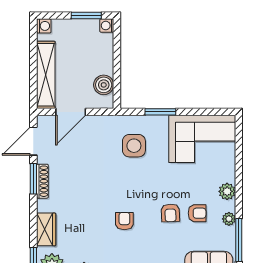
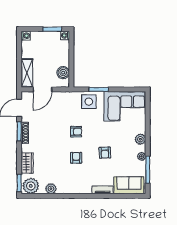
shelving: (46, 75) -> (27, 73), width x0.68
side table: (134, 146) -> (89, 102), moved
armchair: (197, 213) -> (76, 132), moved

